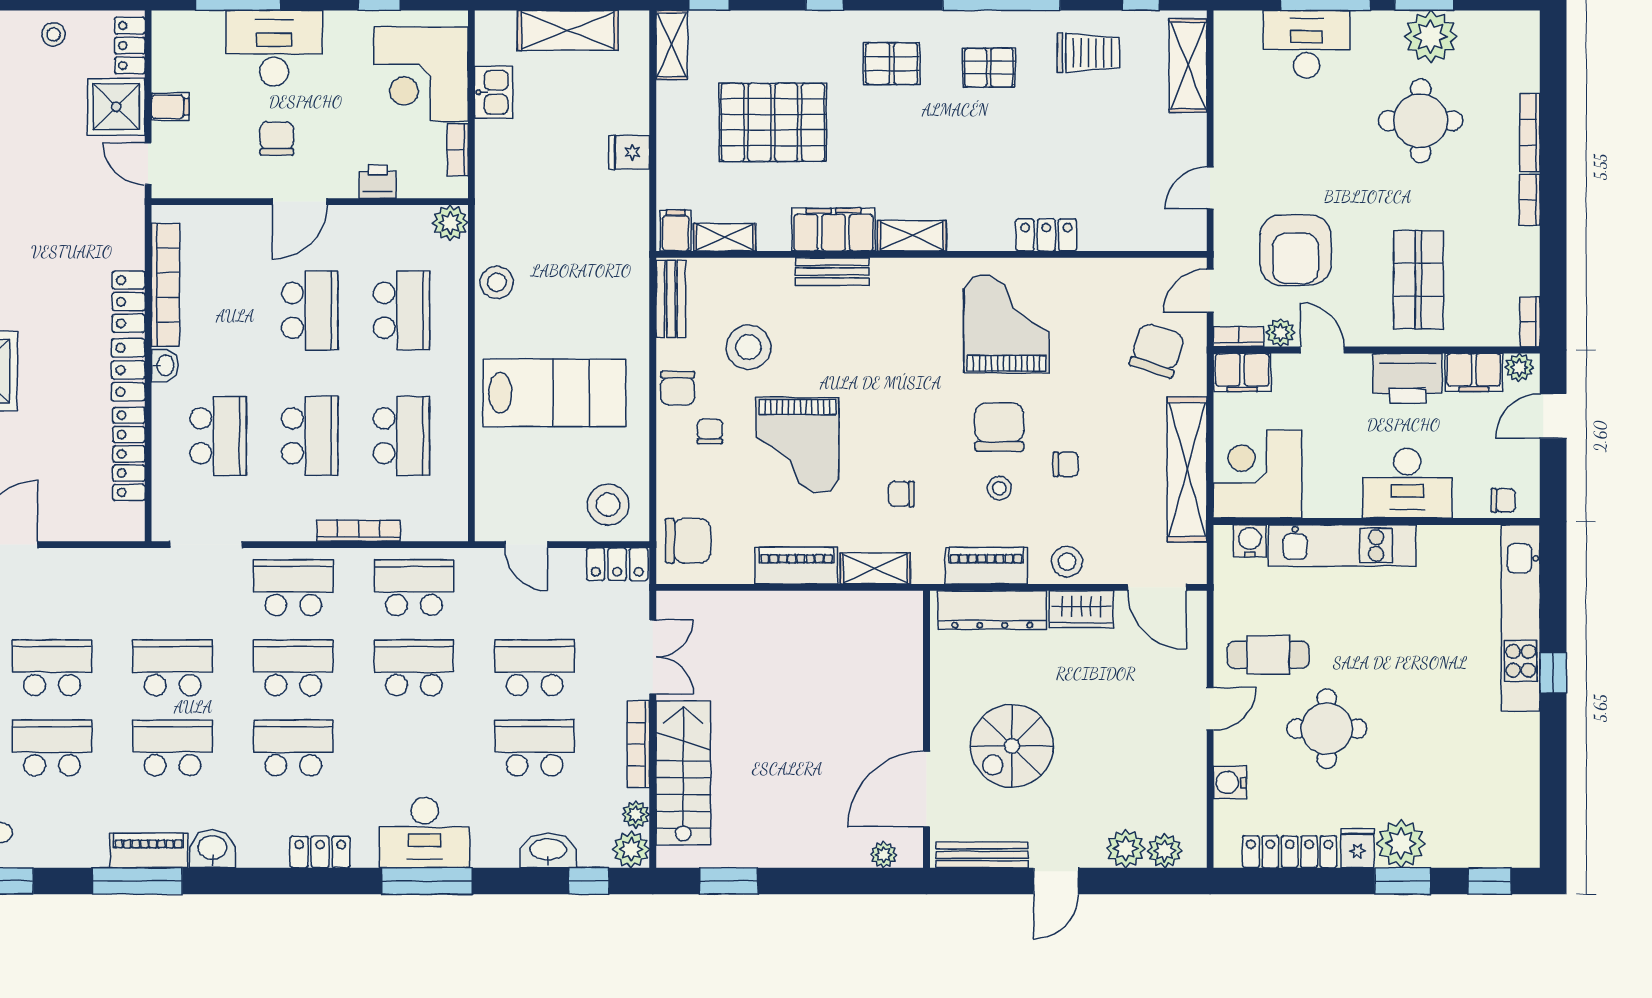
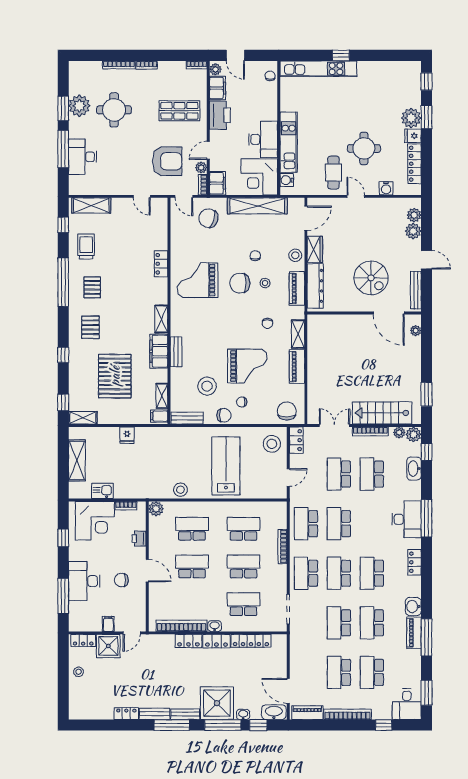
desk: (1407, 483) -> (263, 139), moved

